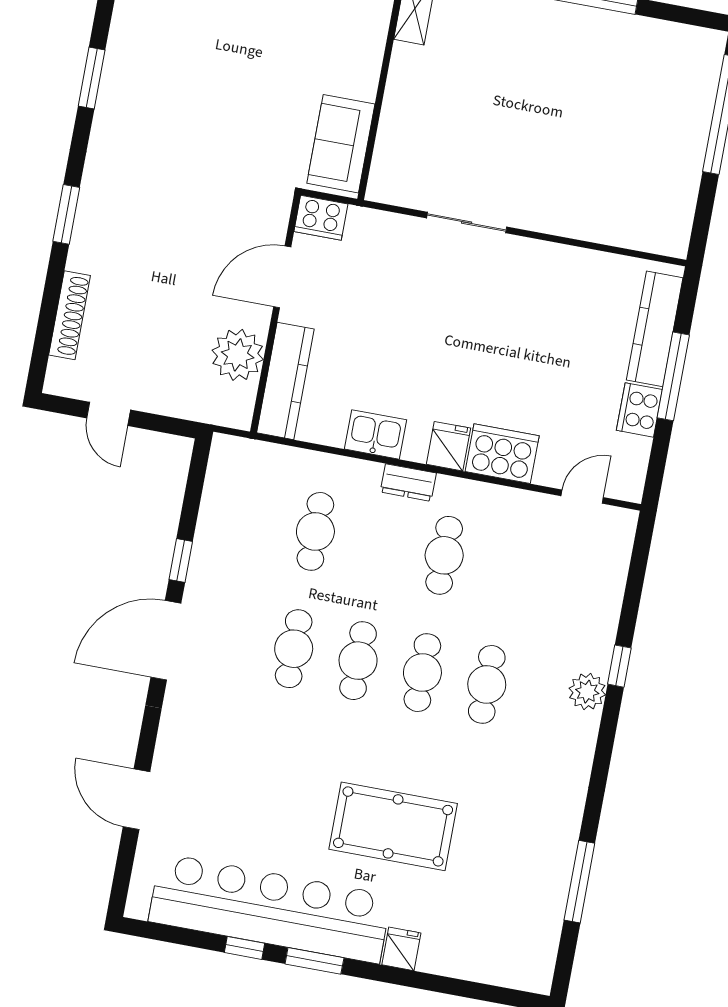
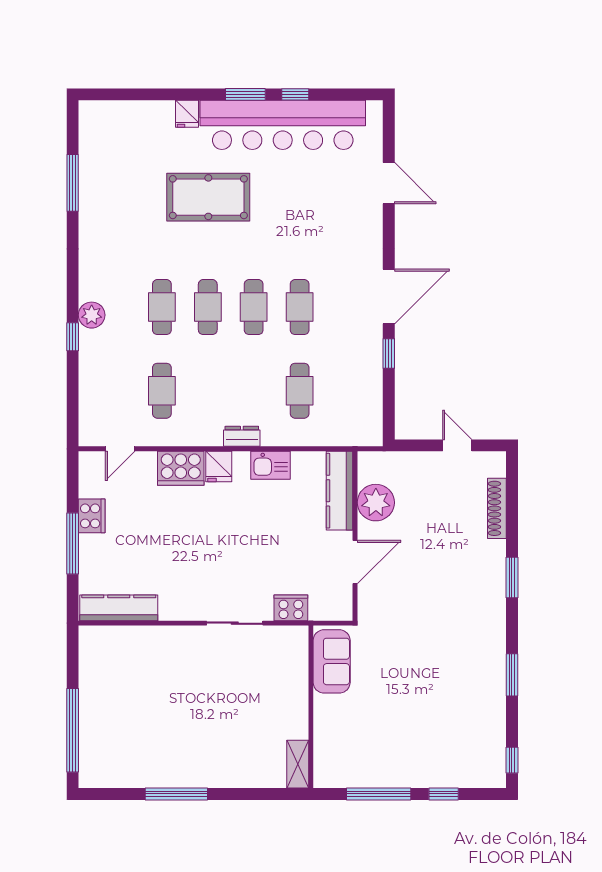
cooker: (321, 218) -> (291, 608), moved
kitchen counter: (655, 329) -> (119, 608), moved, turned -90
cafe table: (444, 555) -> (162, 391), moved

